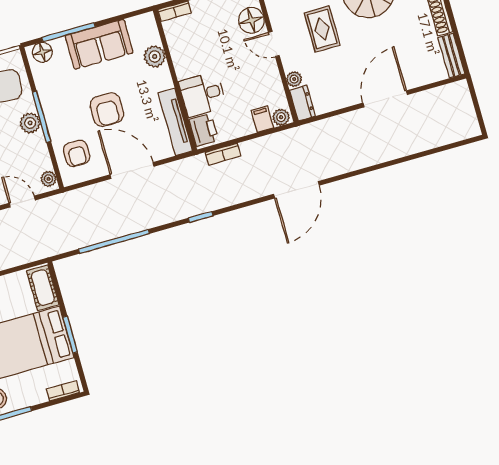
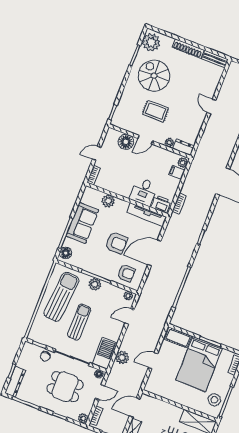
door: (385, 99) -> (211, 106), width x0.53

